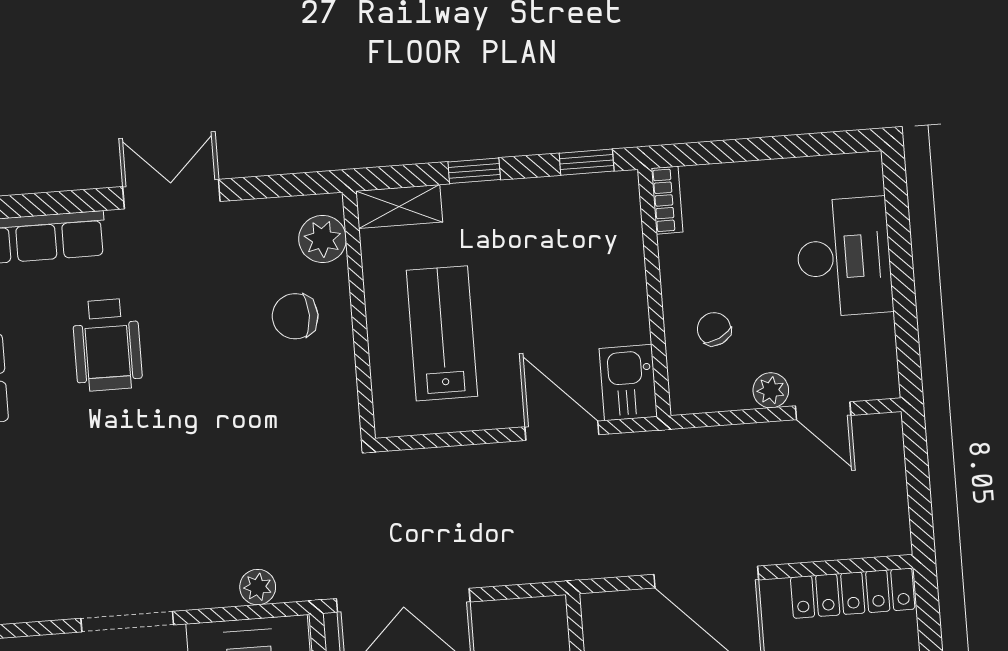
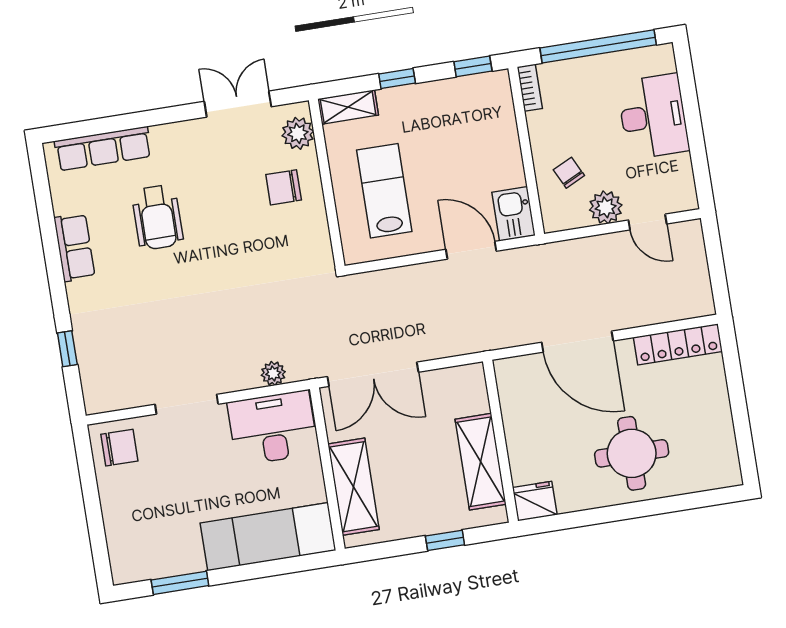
window: (772, 148) -> (598, 46), added
double door: (171, 194) -> (238, 104), moved
plant: (771, 390) -> (606, 207), width x1.38, depth x1.38

